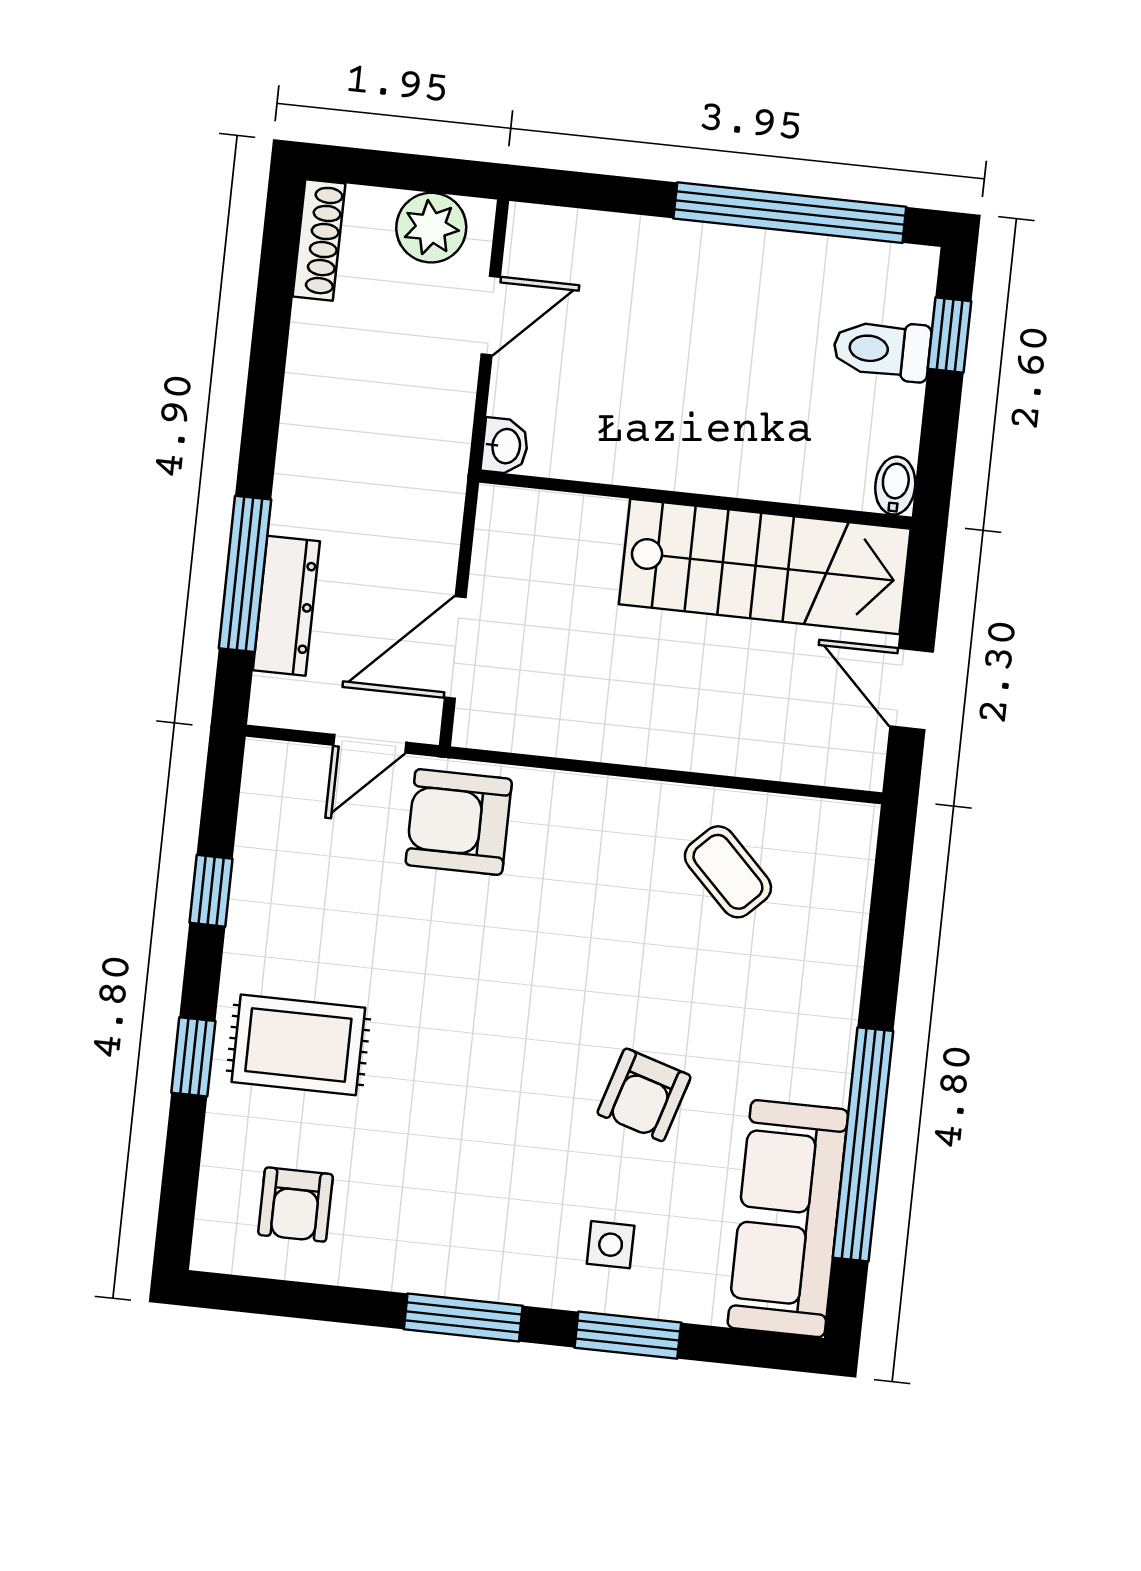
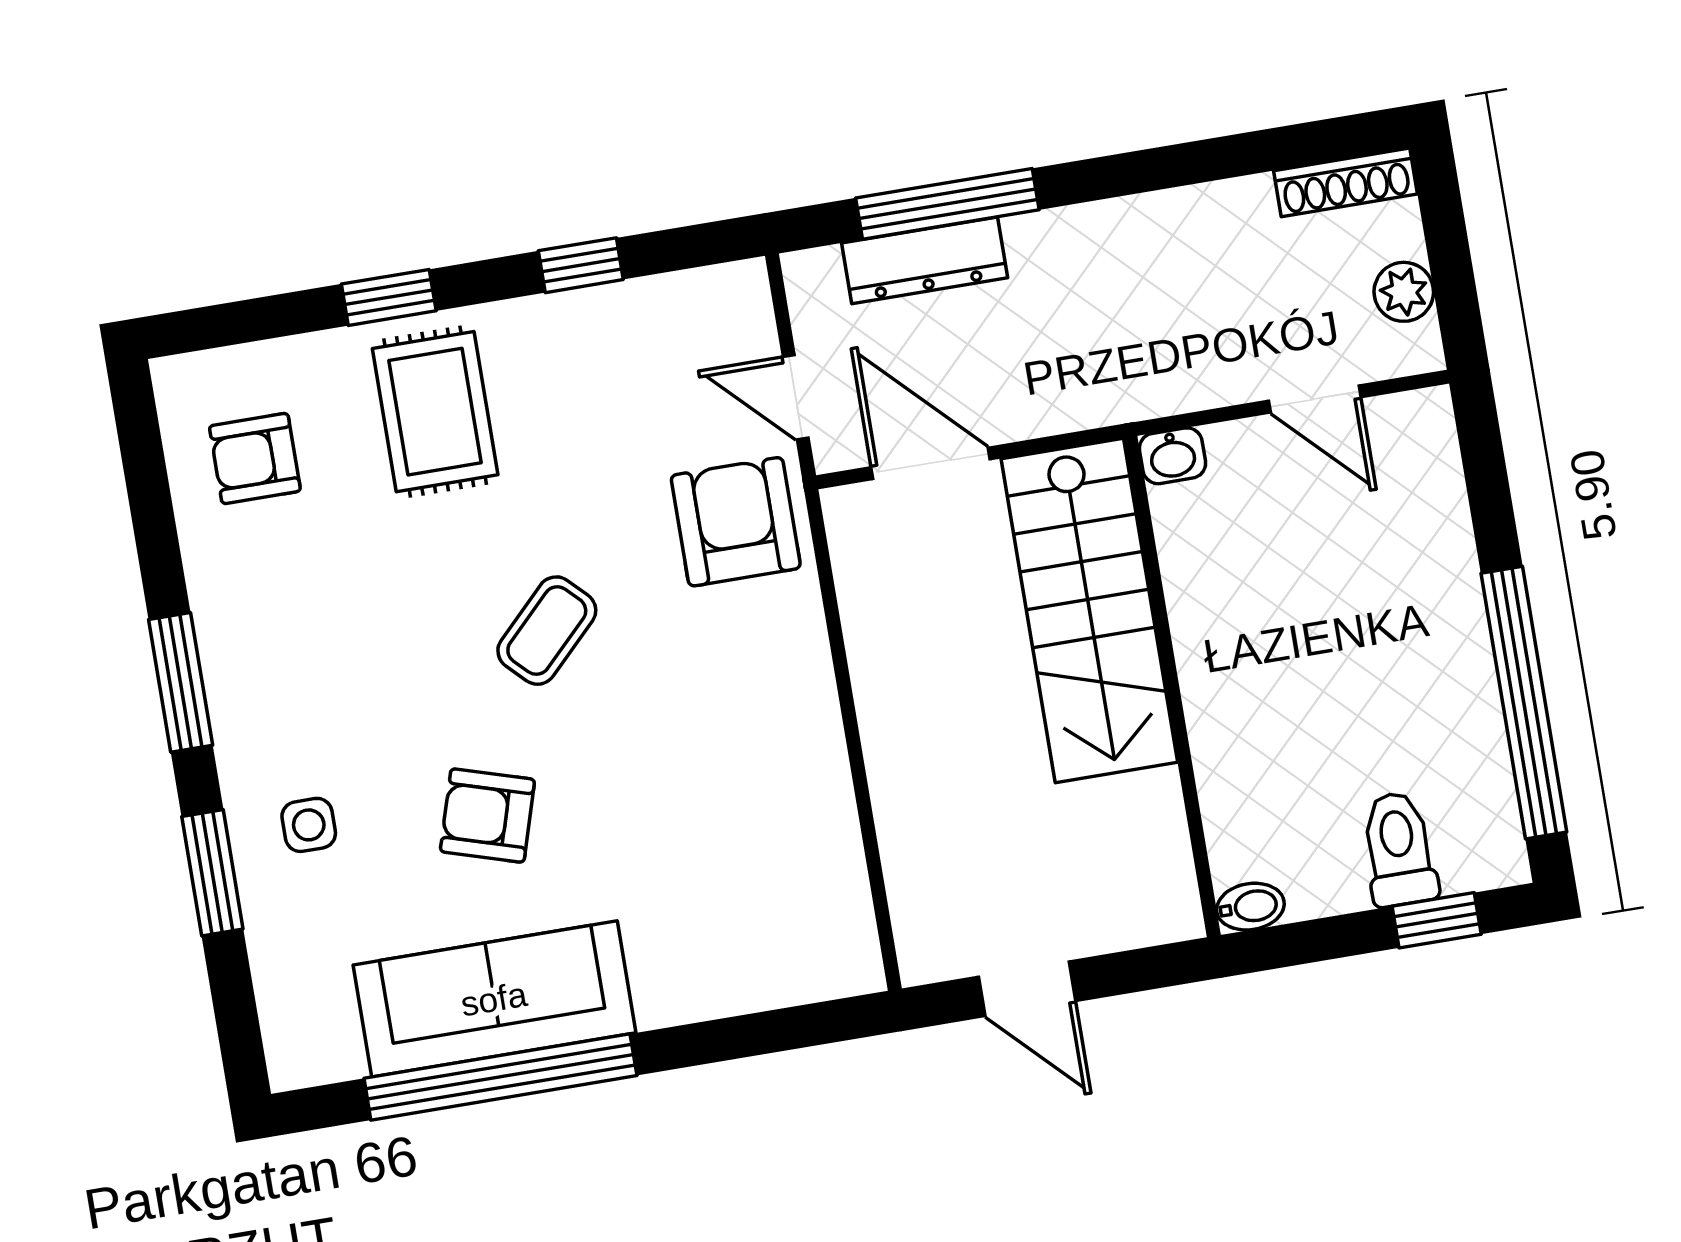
plant: (431, 228) -> (1404, 292), width x0.73, depth x0.73
stairs: (765, 567) -> (1089, 611), moved
door: (912, 689) -> (1027, 989), swing flipped
coffee table: (728, 872) -> (547, 631), moved
sofa: (788, 1219) -> (494, 999), moved

